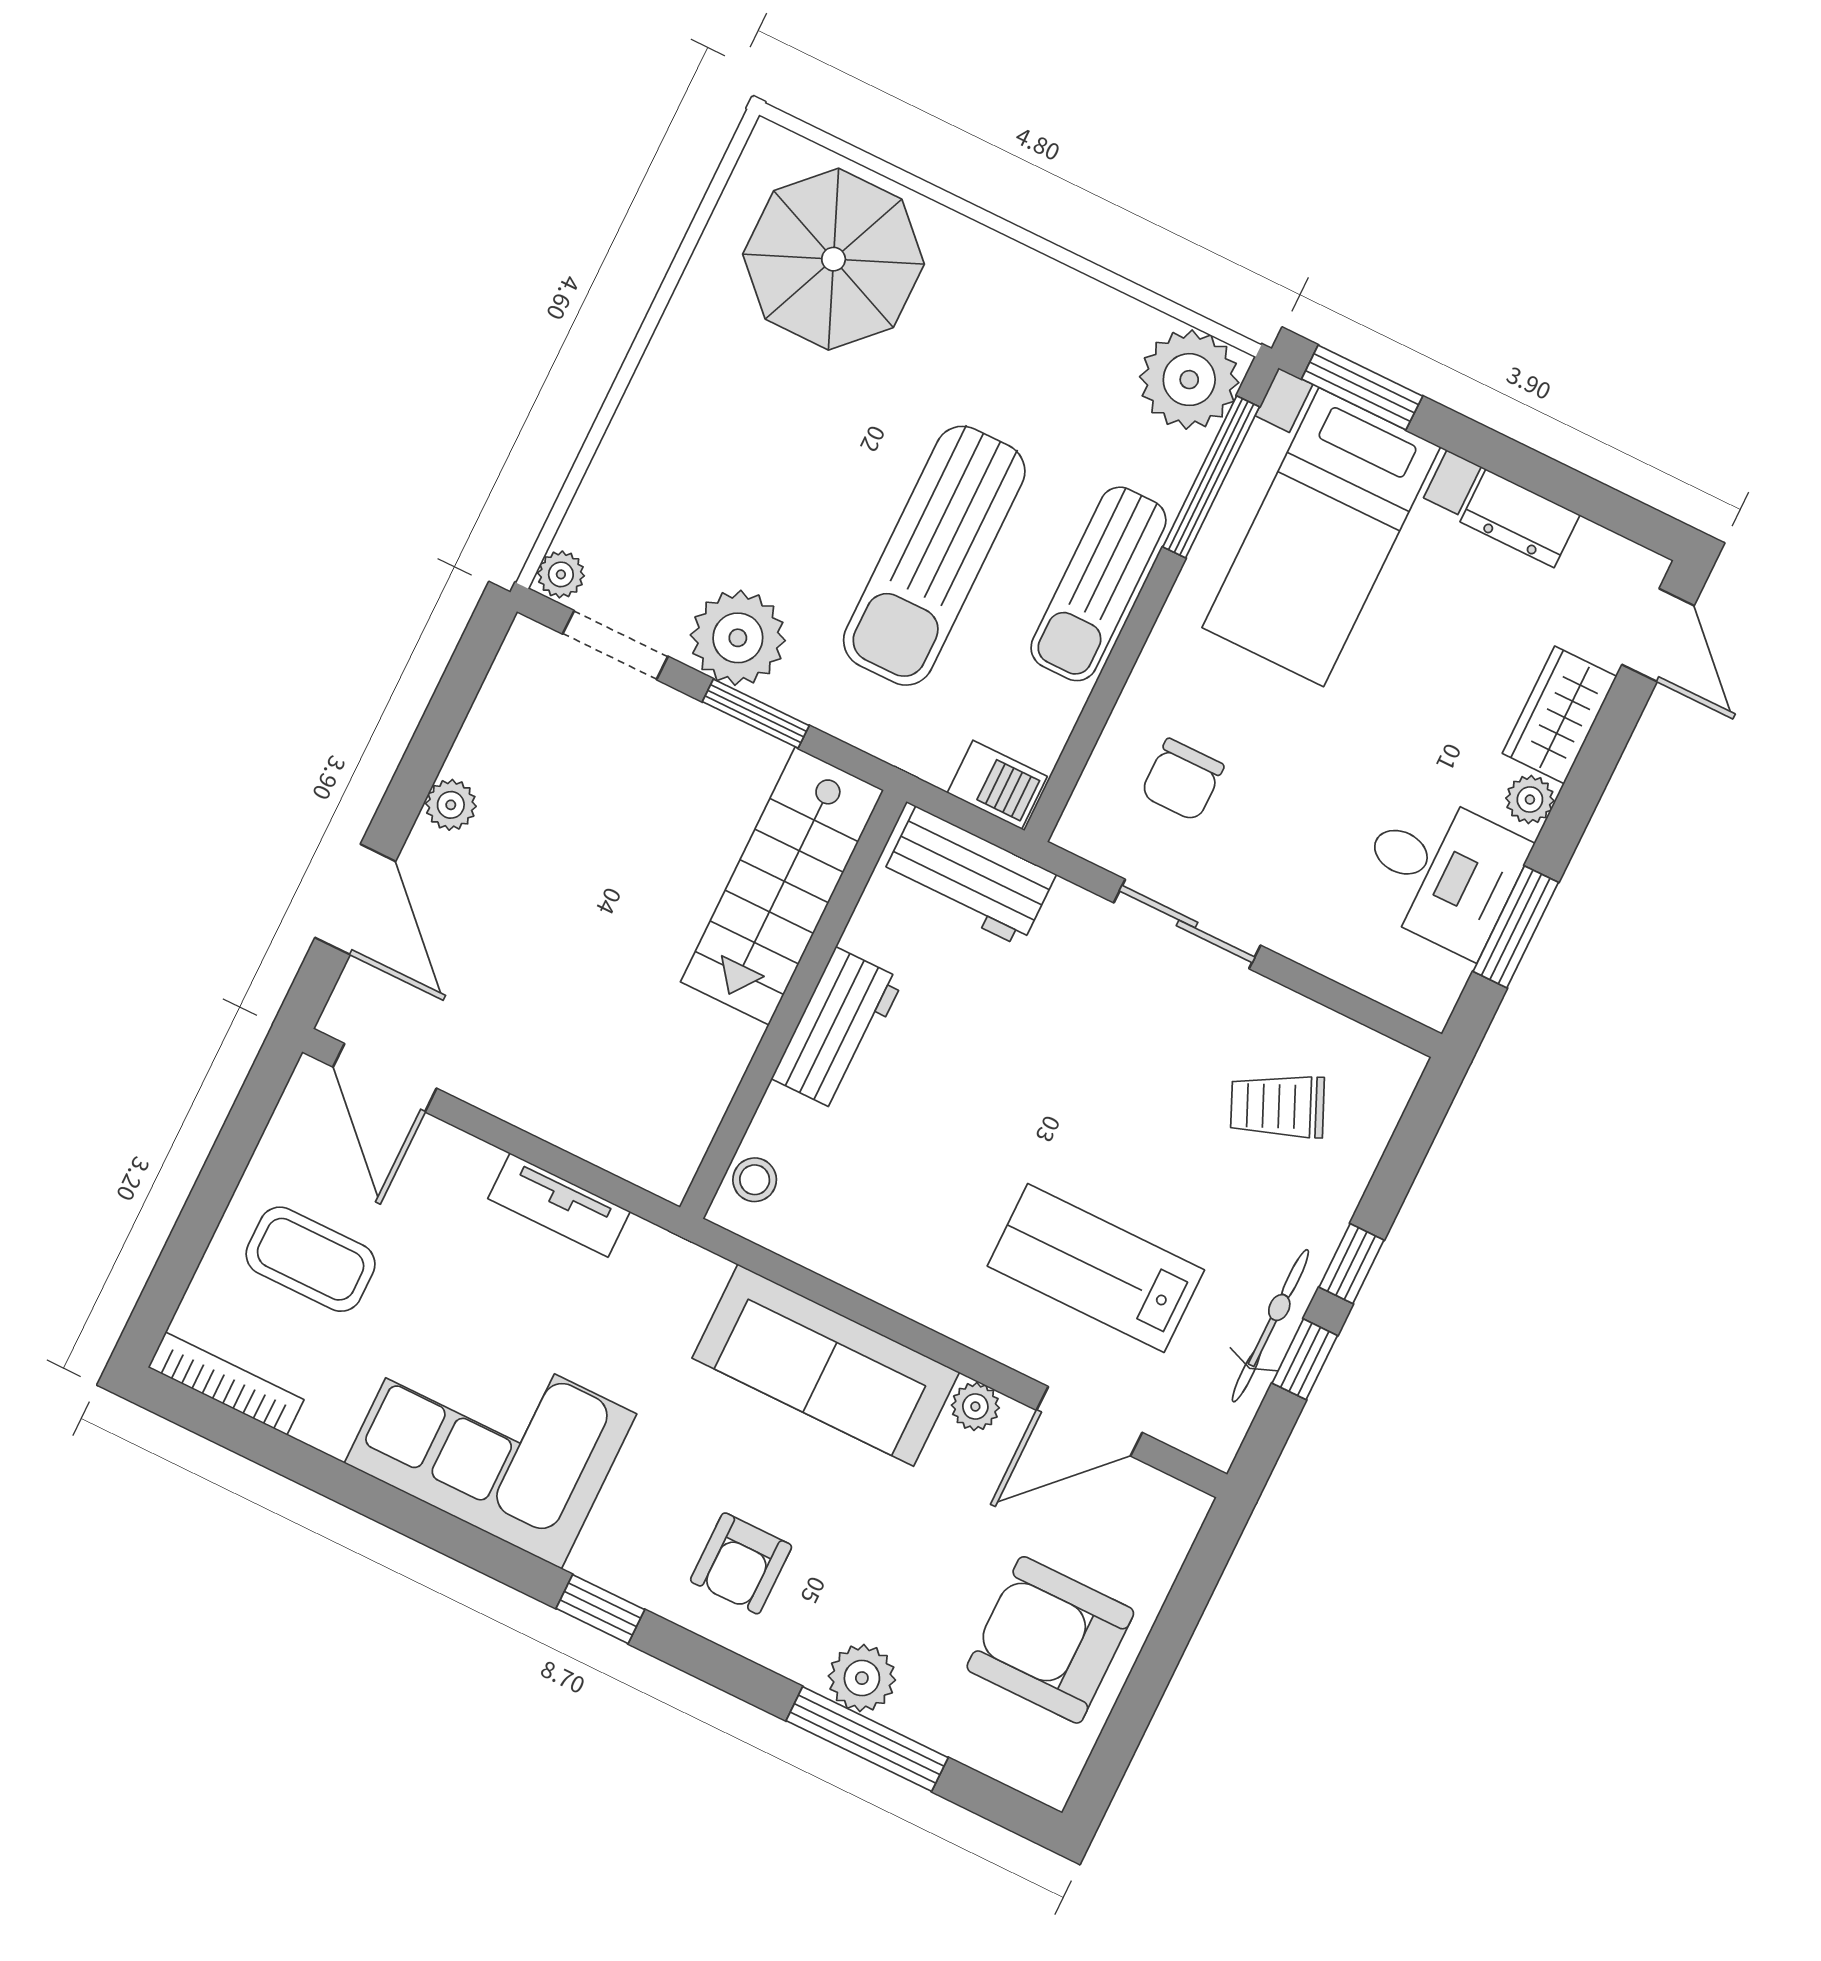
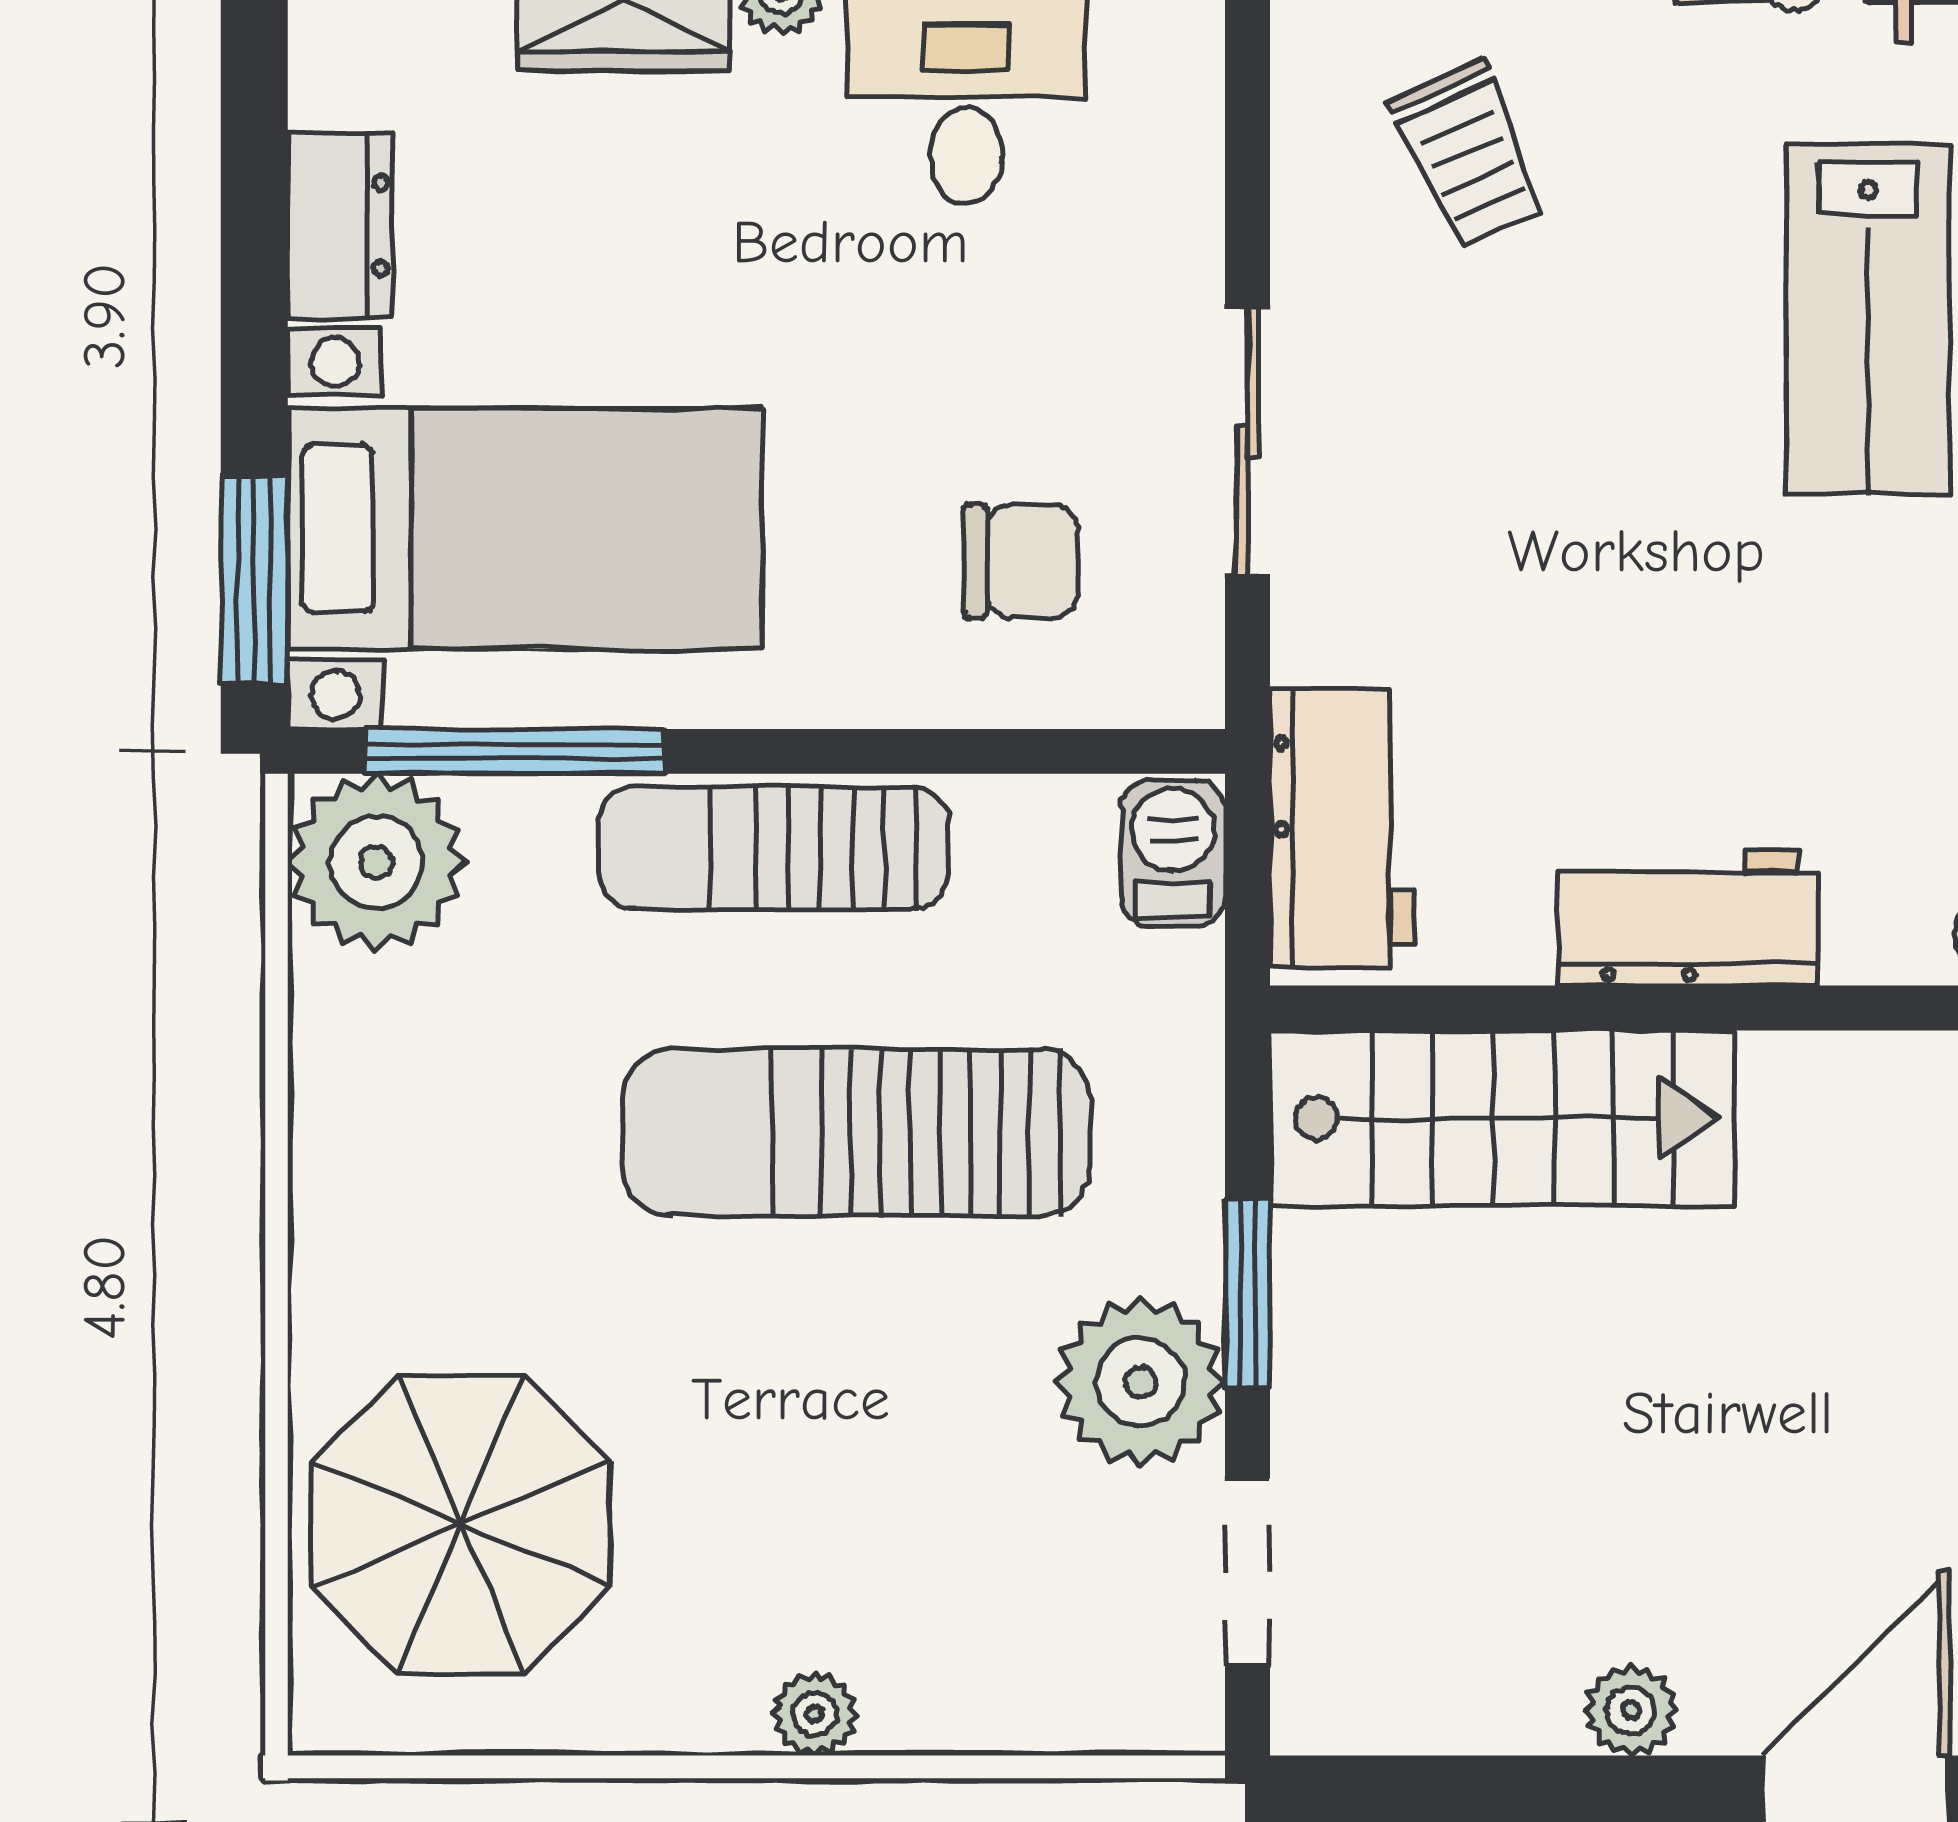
sun lounger: (934, 556) -> (856, 1132), turned 180
plant: (561, 574) -> (815, 1714), moved
sun lounger: (1098, 584) -> (773, 848), turned 180

